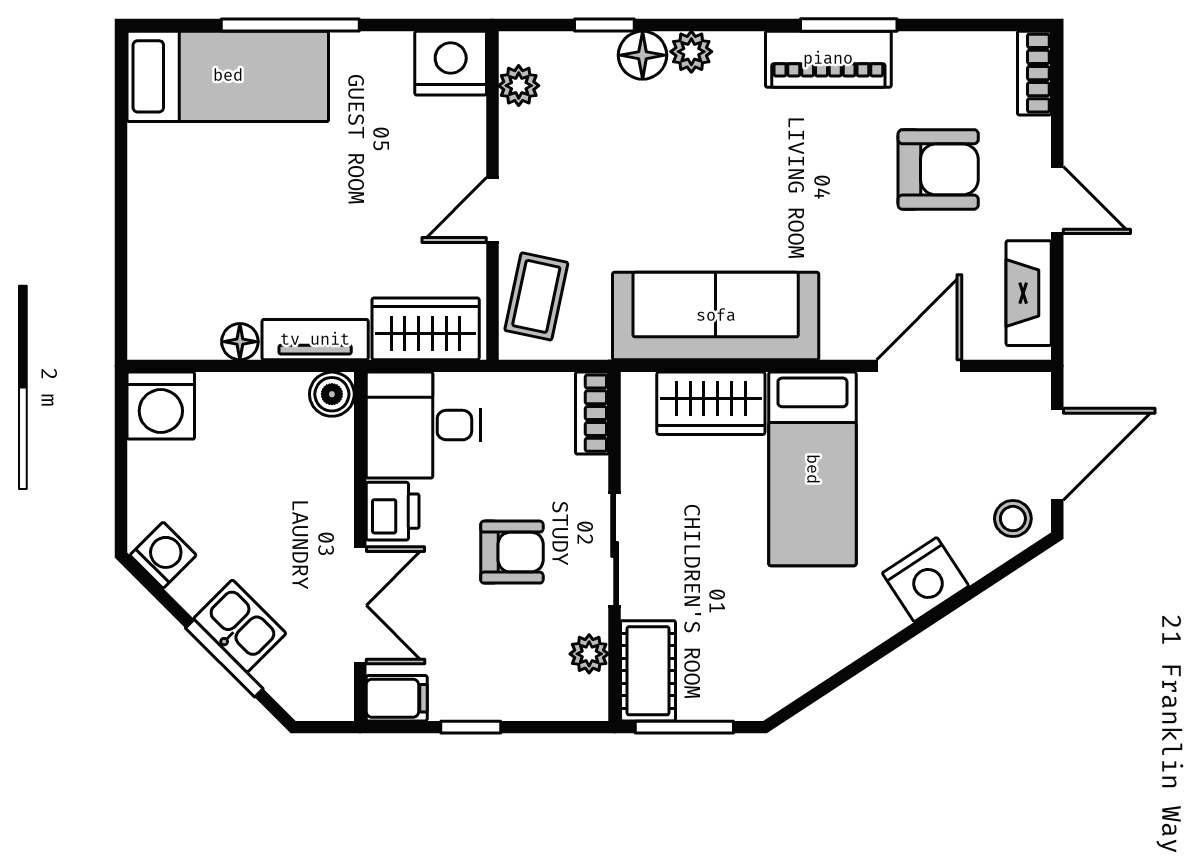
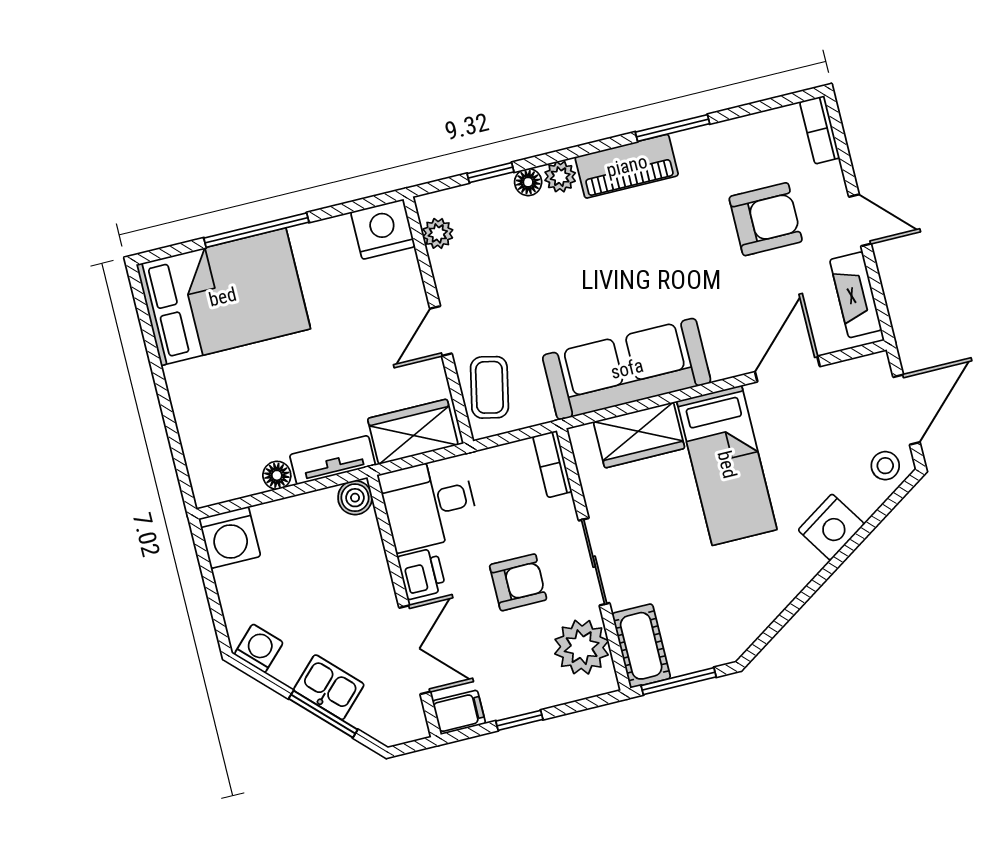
floor lamp: (643, 55) -> (528, 182), width x0.73, depth x0.73
piano: (828, 59) -> (627, 166), moved
bed: (228, 76) -> (223, 297), width x1.50
plant: (589, 654) -> (582, 647), width x1.87, depth x1.87

